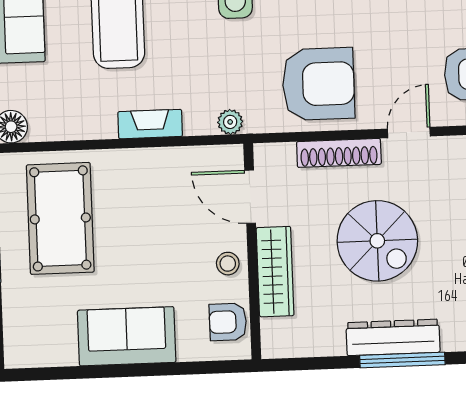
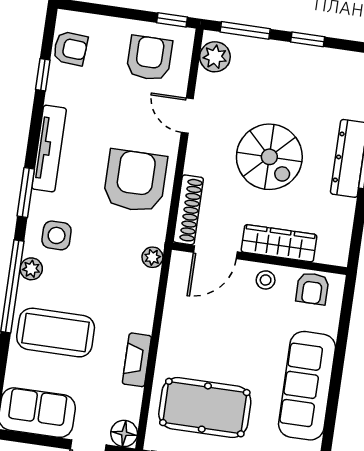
fireplace: (150, 124) -> (137, 360), moved
shoe rack: (339, 153) -> (188, 210), moved
spiral stairs: (377, 241) -> (269, 157), turned 90
sofa: (127, 336) -> (307, 386), width x1.36

